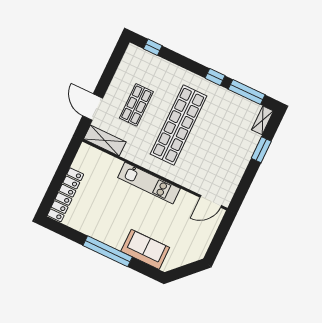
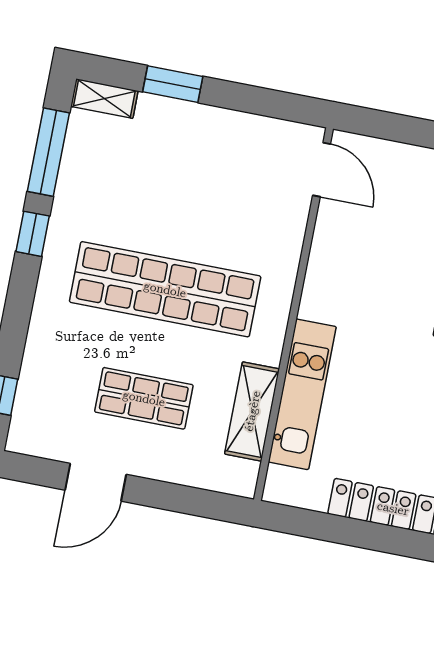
door: (93, 107) -> (96, 482), moved
shelving: (105, 141) -> (252, 411), moved
kitchen unit: (149, 183) -> (302, 394), moved

